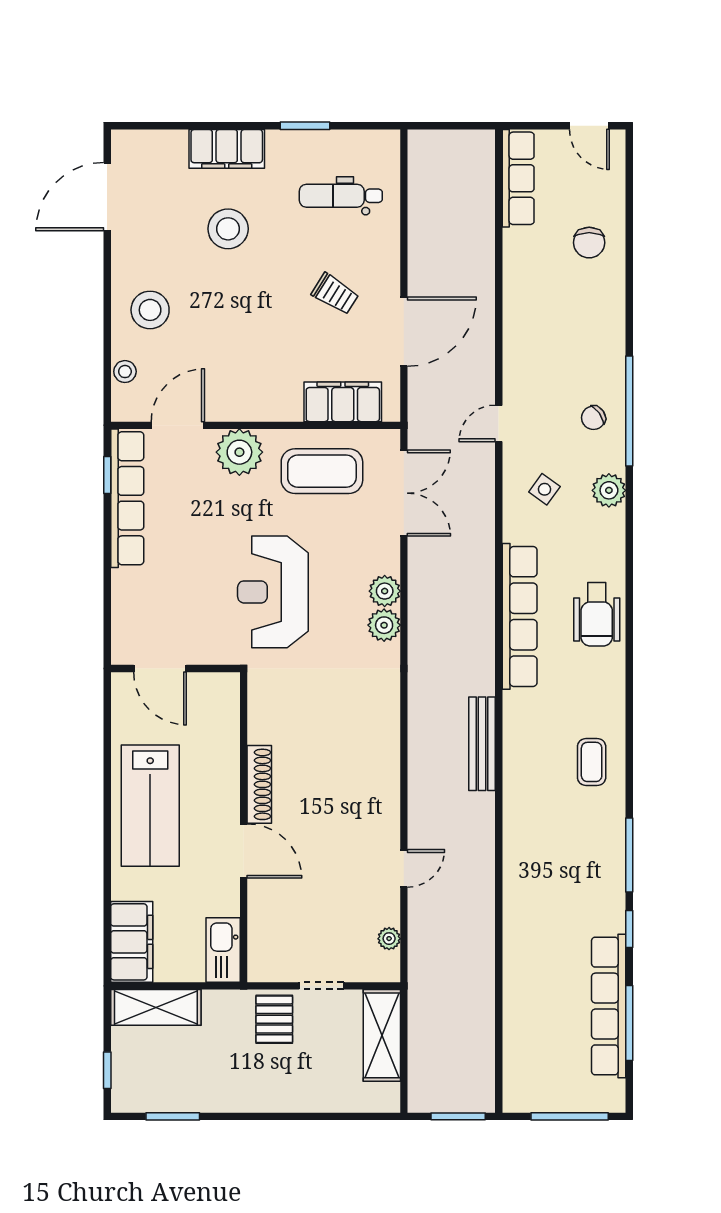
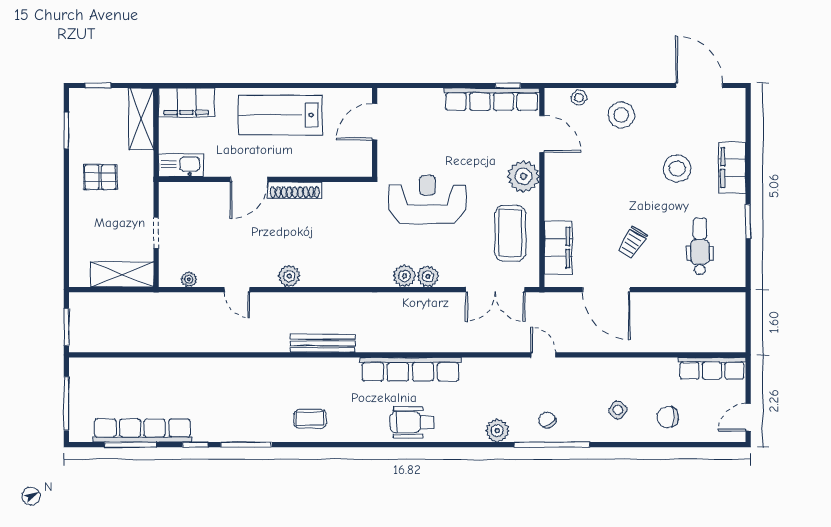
side table: (544, 489) -> (618, 410), moved
plant: (384, 793) -> (289, 276), added
pallet: (274, 1019) -> (100, 177), moved

